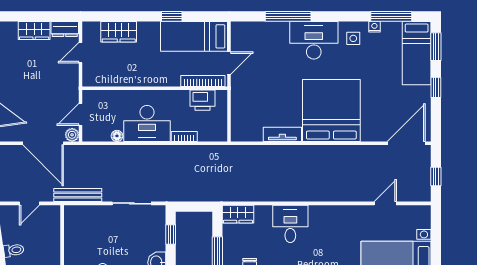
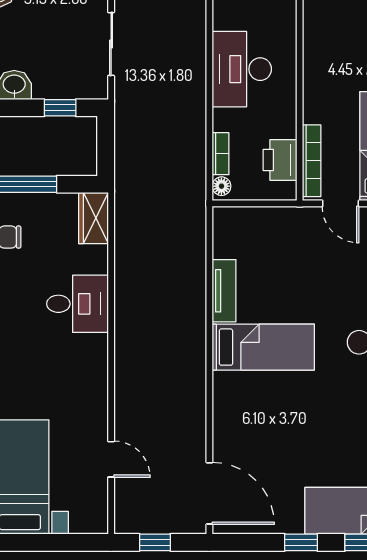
bed: (331, 110) -> (263, 347), width x0.49
floor lamp: (117, 136) -> (221, 186), moved
bookcase: (184, 136) -> (221, 154), moved

